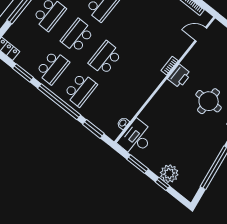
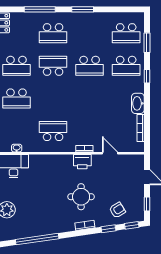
door: (201, 34) -> (110, 153), moved
school desk: (105, 58) -> (53, 131), moved

